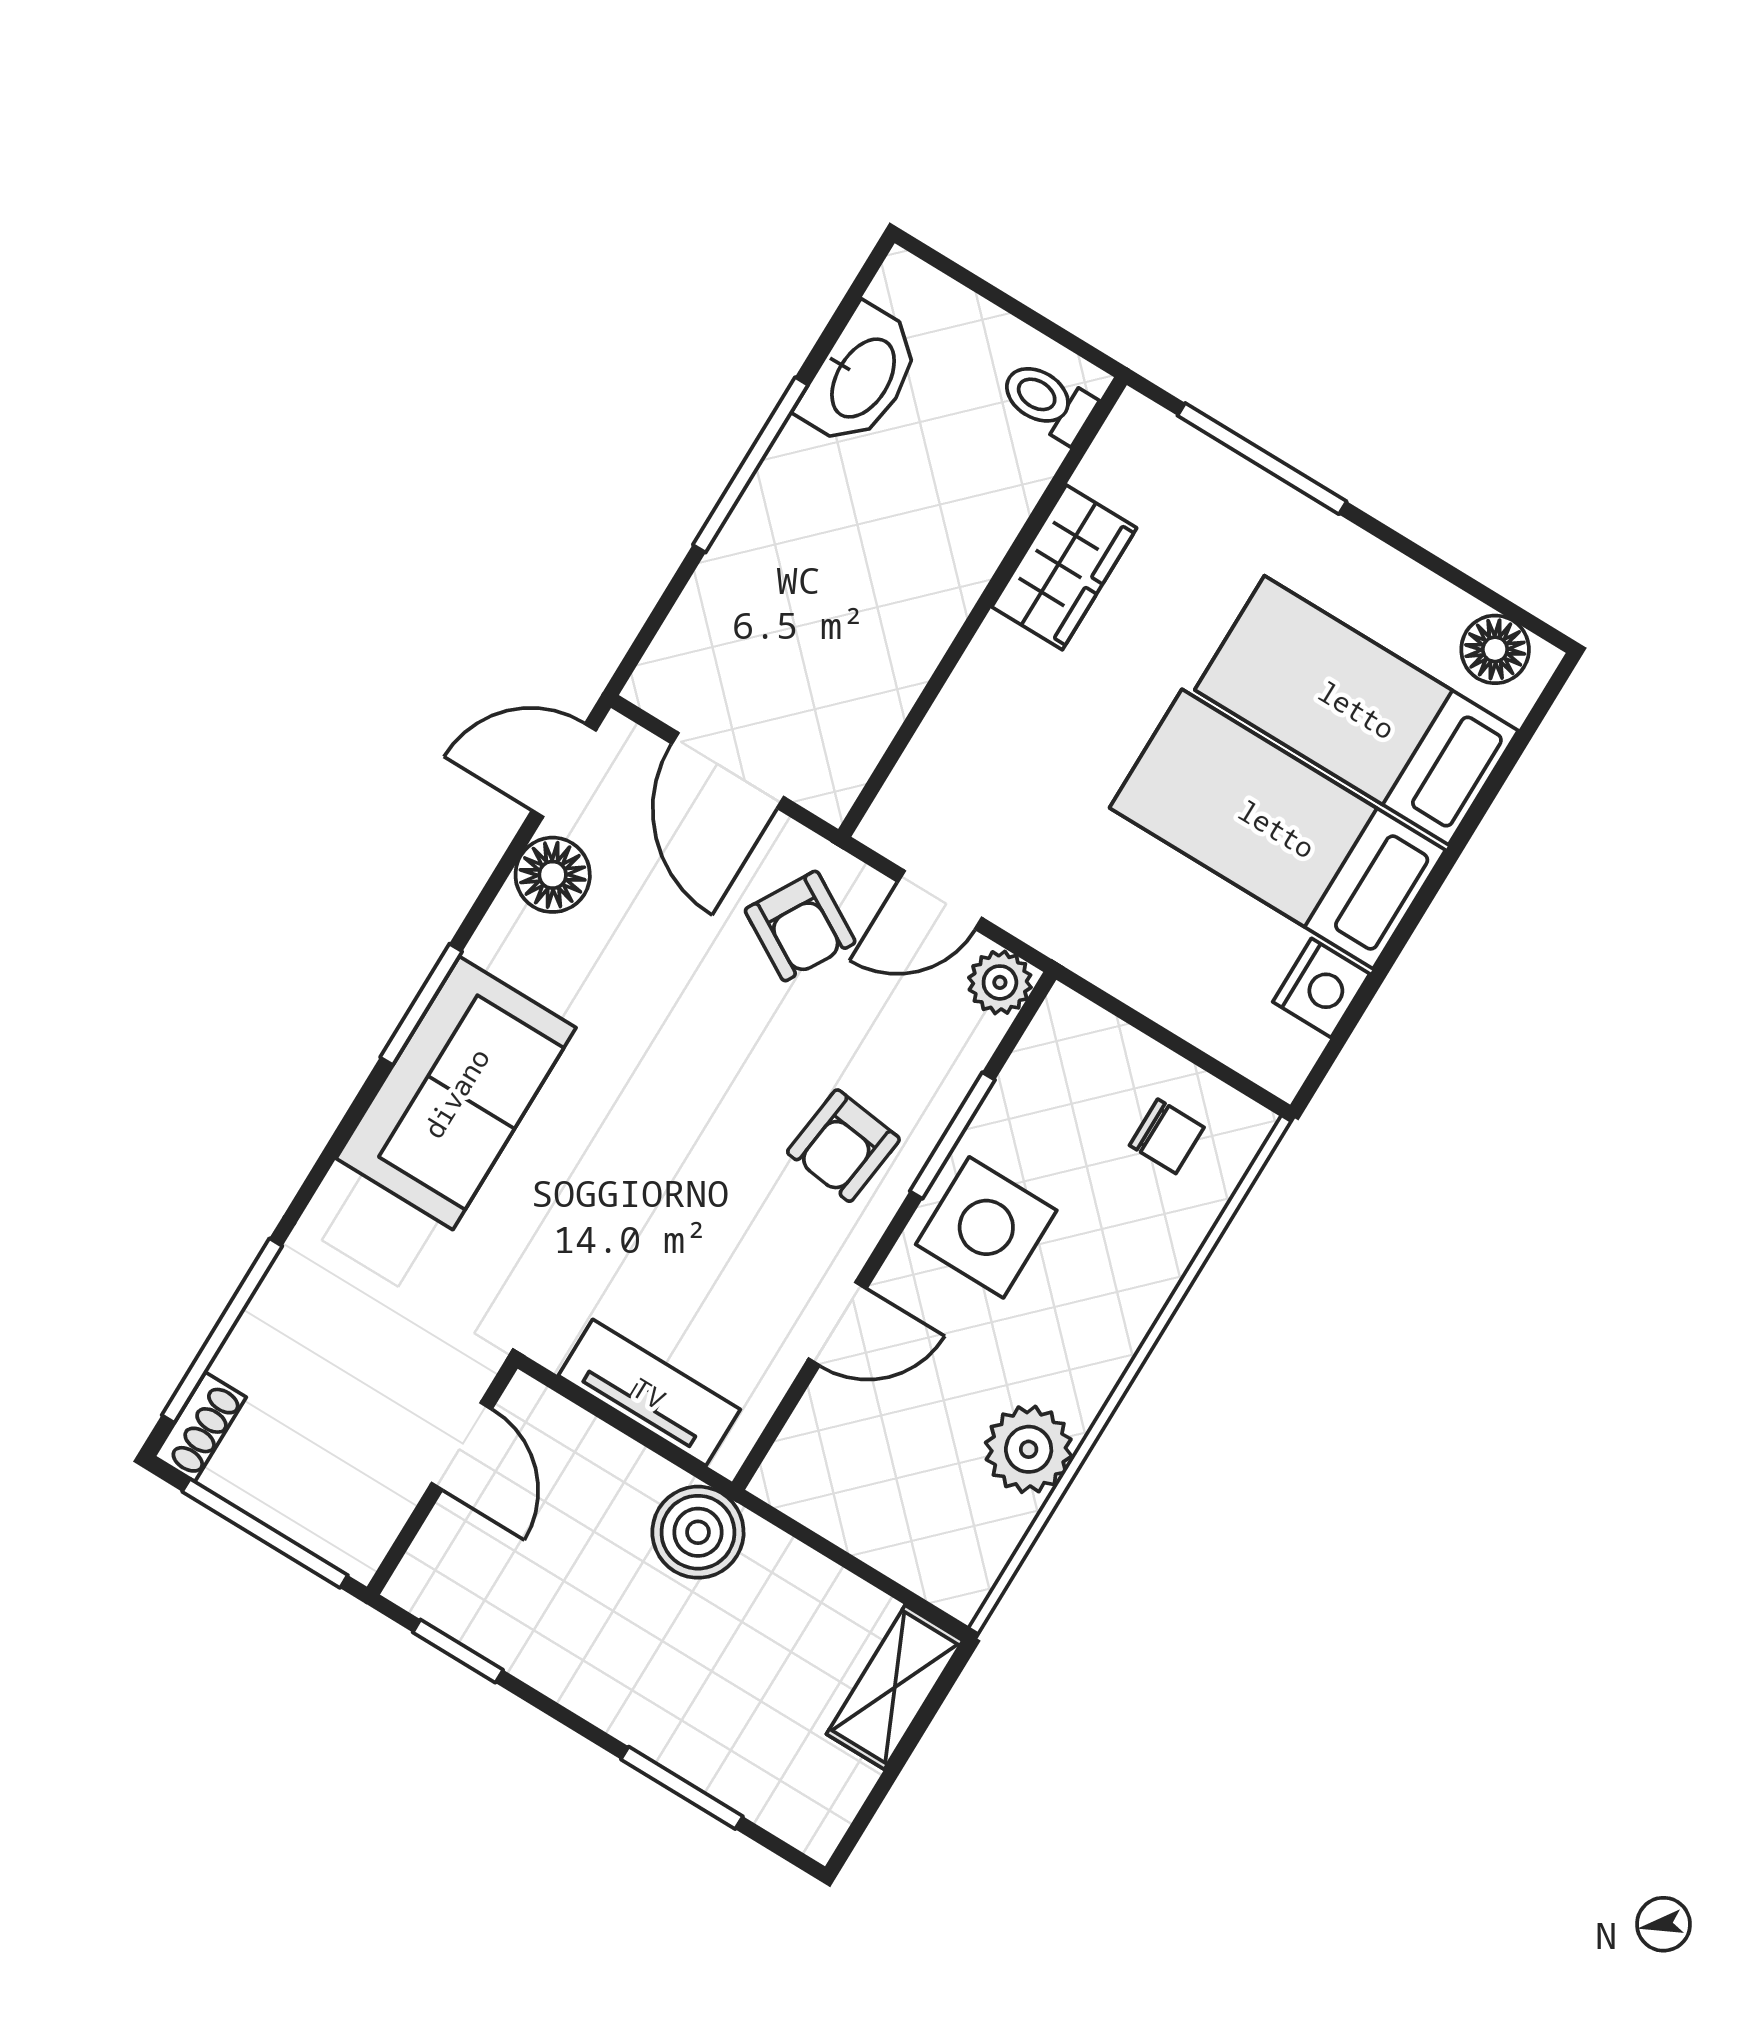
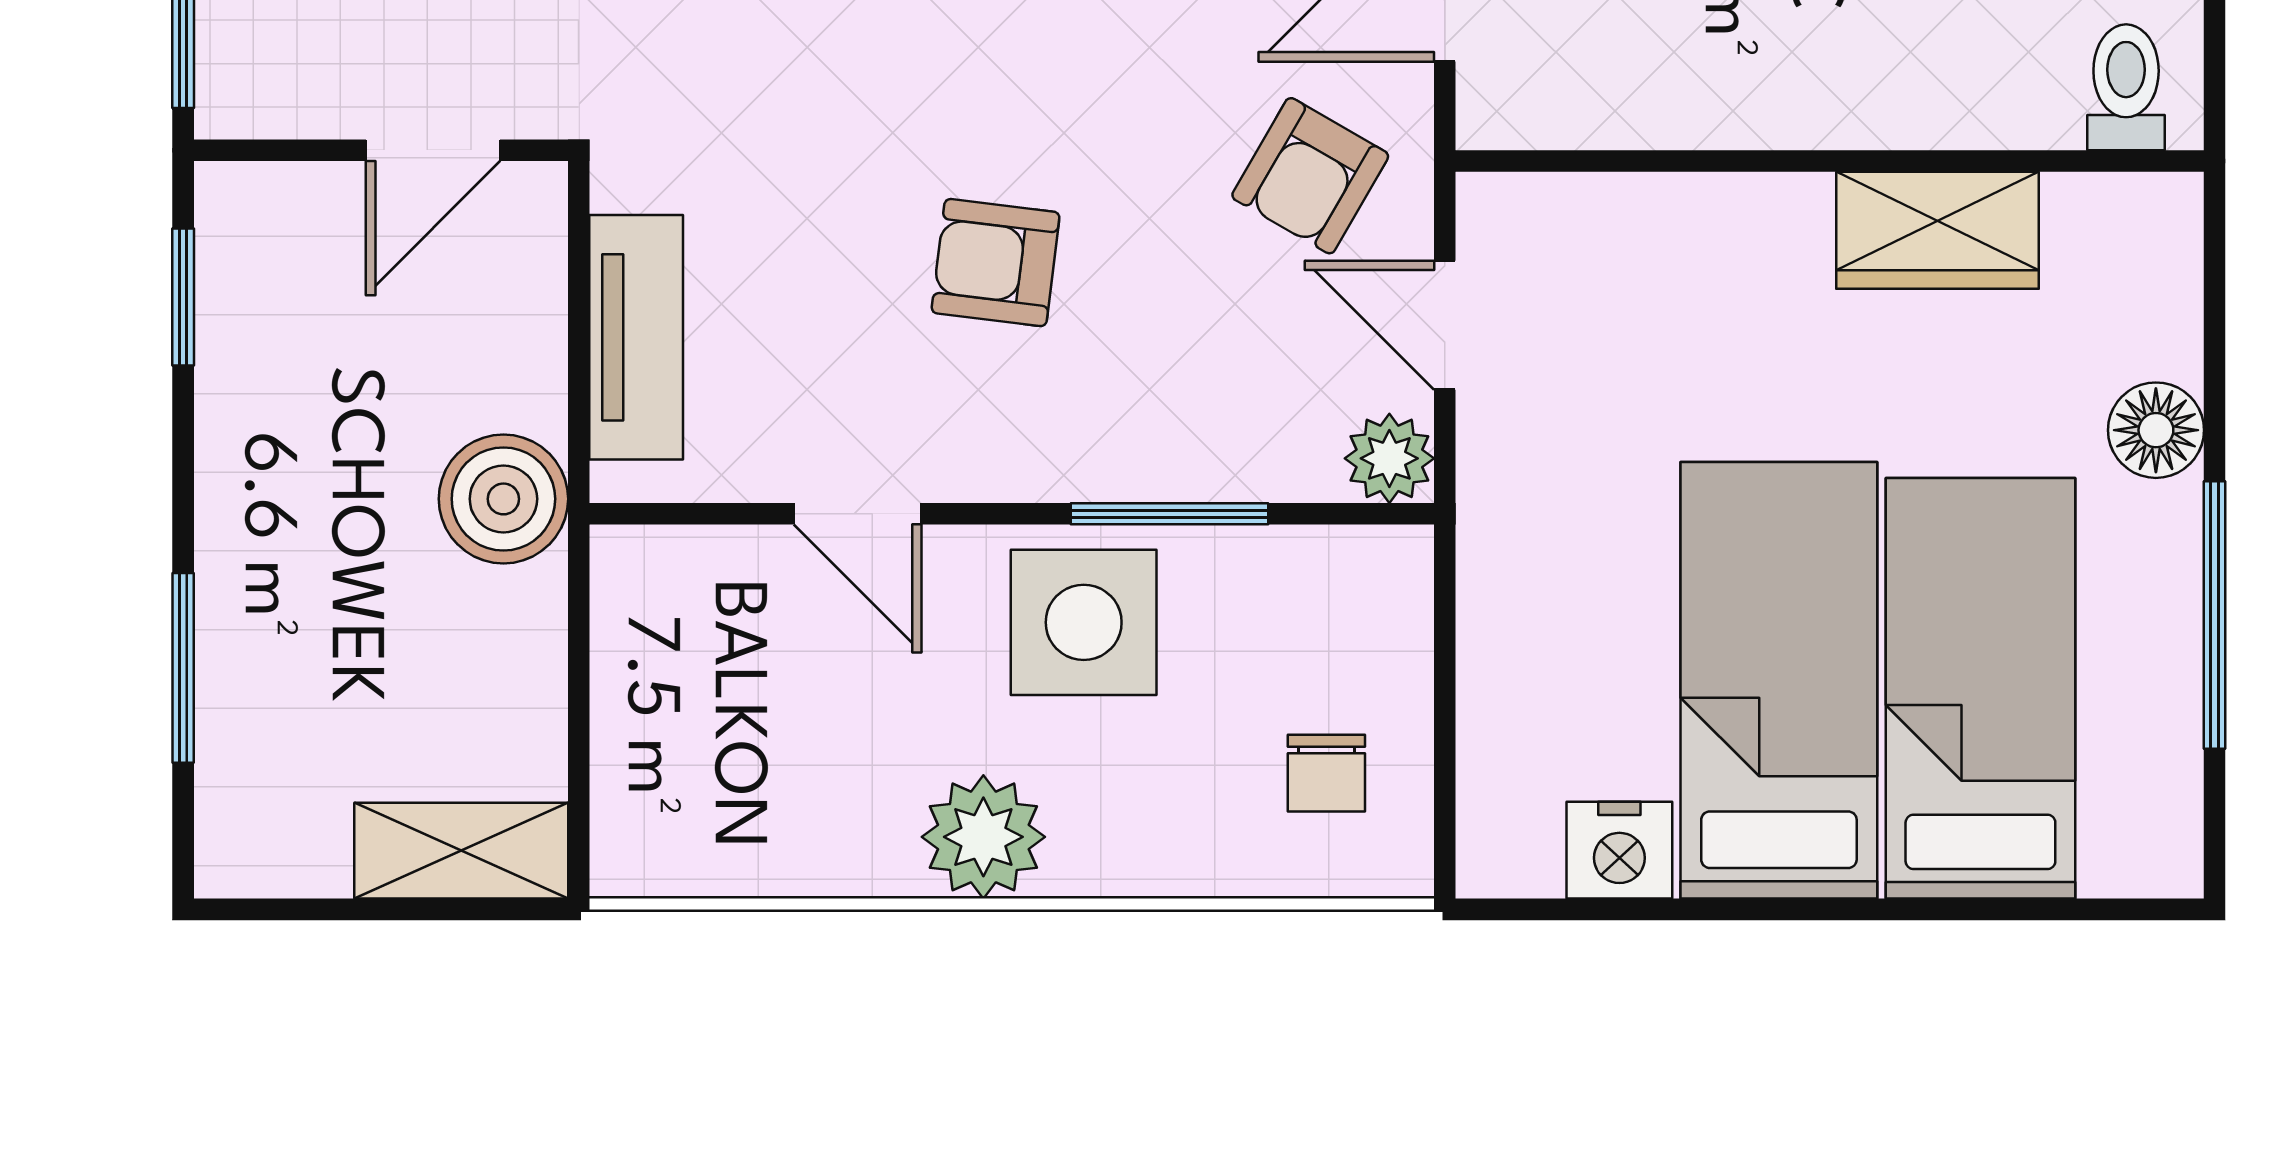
window: (1262, 459) -> (2215, 615), moved
floor lamp: (1495, 649) -> (2156, 430), moved
armchair: (843, 1146) -> (996, 263), moved
plant: (1029, 1449) -> (983, 837), moved

